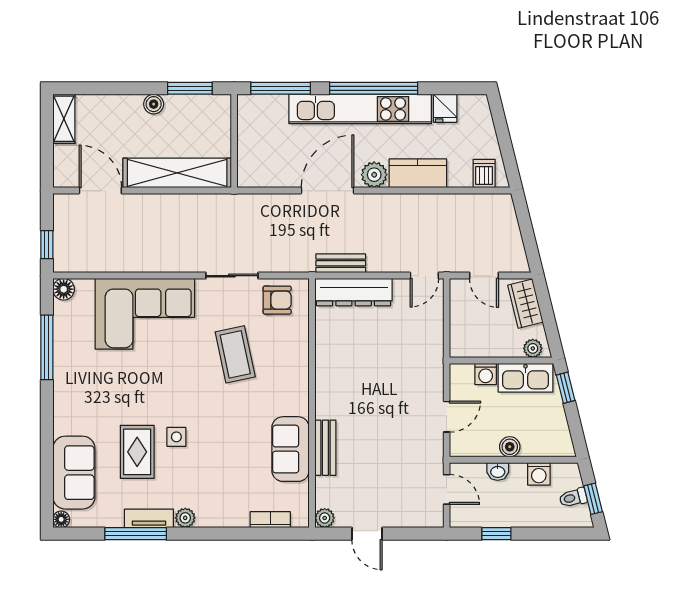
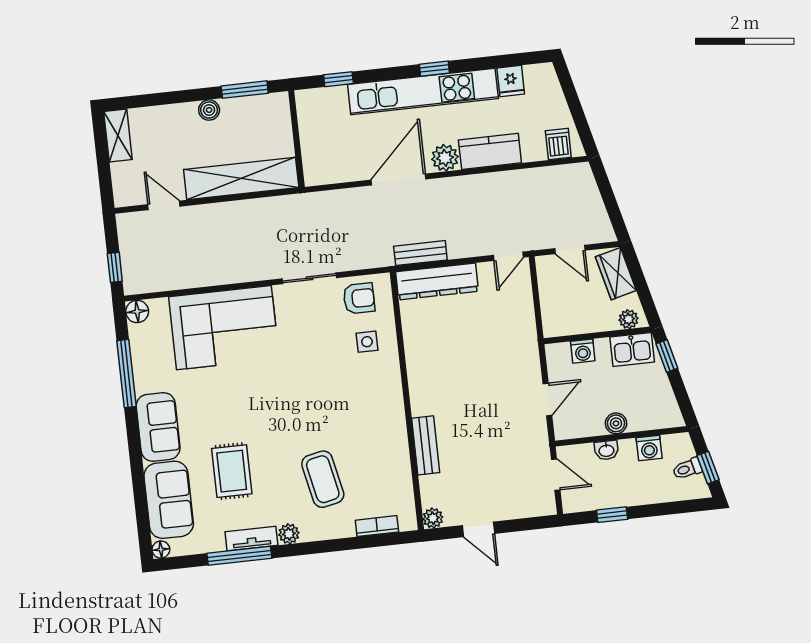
window: (281, 88) -> (338, 79), width x0.46
window: (374, 88) -> (434, 69), width x0.32
door: (100, 191) -> (164, 205), width x0.73
coffee table: (235, 354) -> (323, 479), moved
kitchen sink: (526, 378) -> (632, 349), width x0.73
side table: (176, 437) -> (367, 342), moved
sofa: (291, 449) -> (158, 427), moved, turned 180

